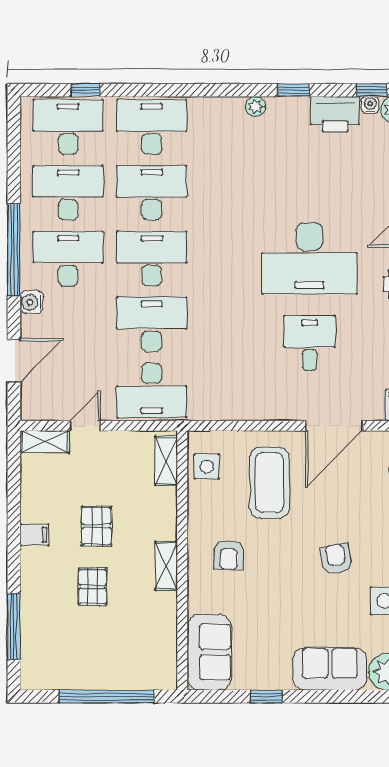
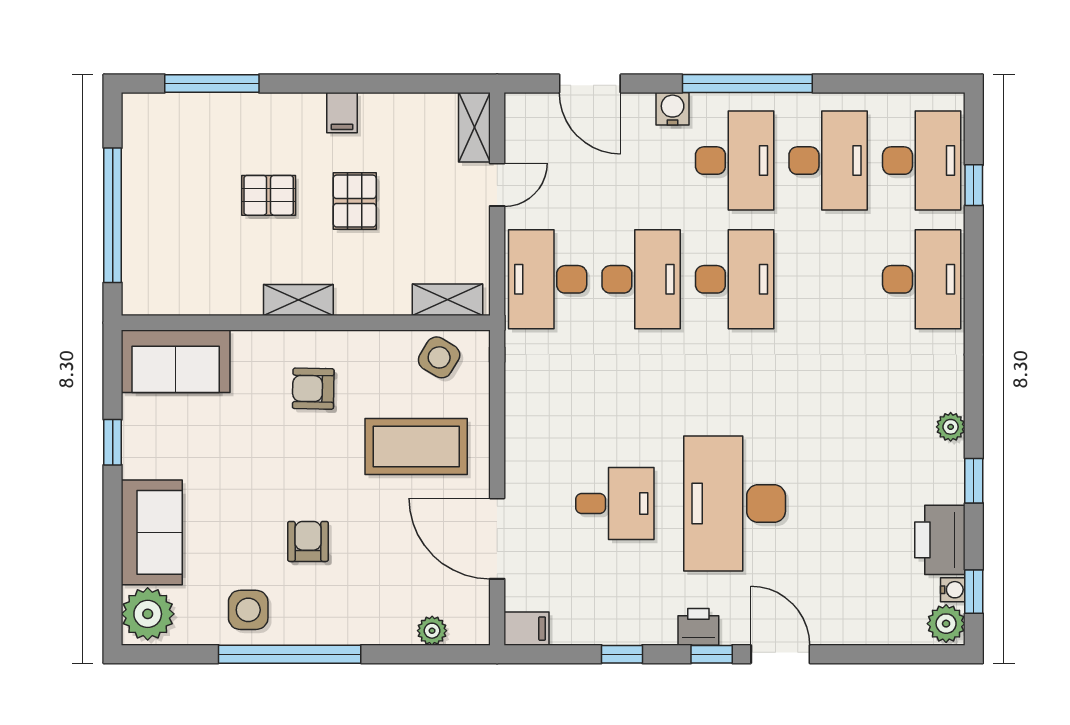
desk: (152, 193) -> (828, 279), removed
door: (85, 426) -> (497, 185), hinge flipped
side table: (207, 467) -> (439, 357), turned 31
pallet: (97, 526) -> (355, 201), turned 90
armchair: (336, 559) -> (308, 541), turned -79

